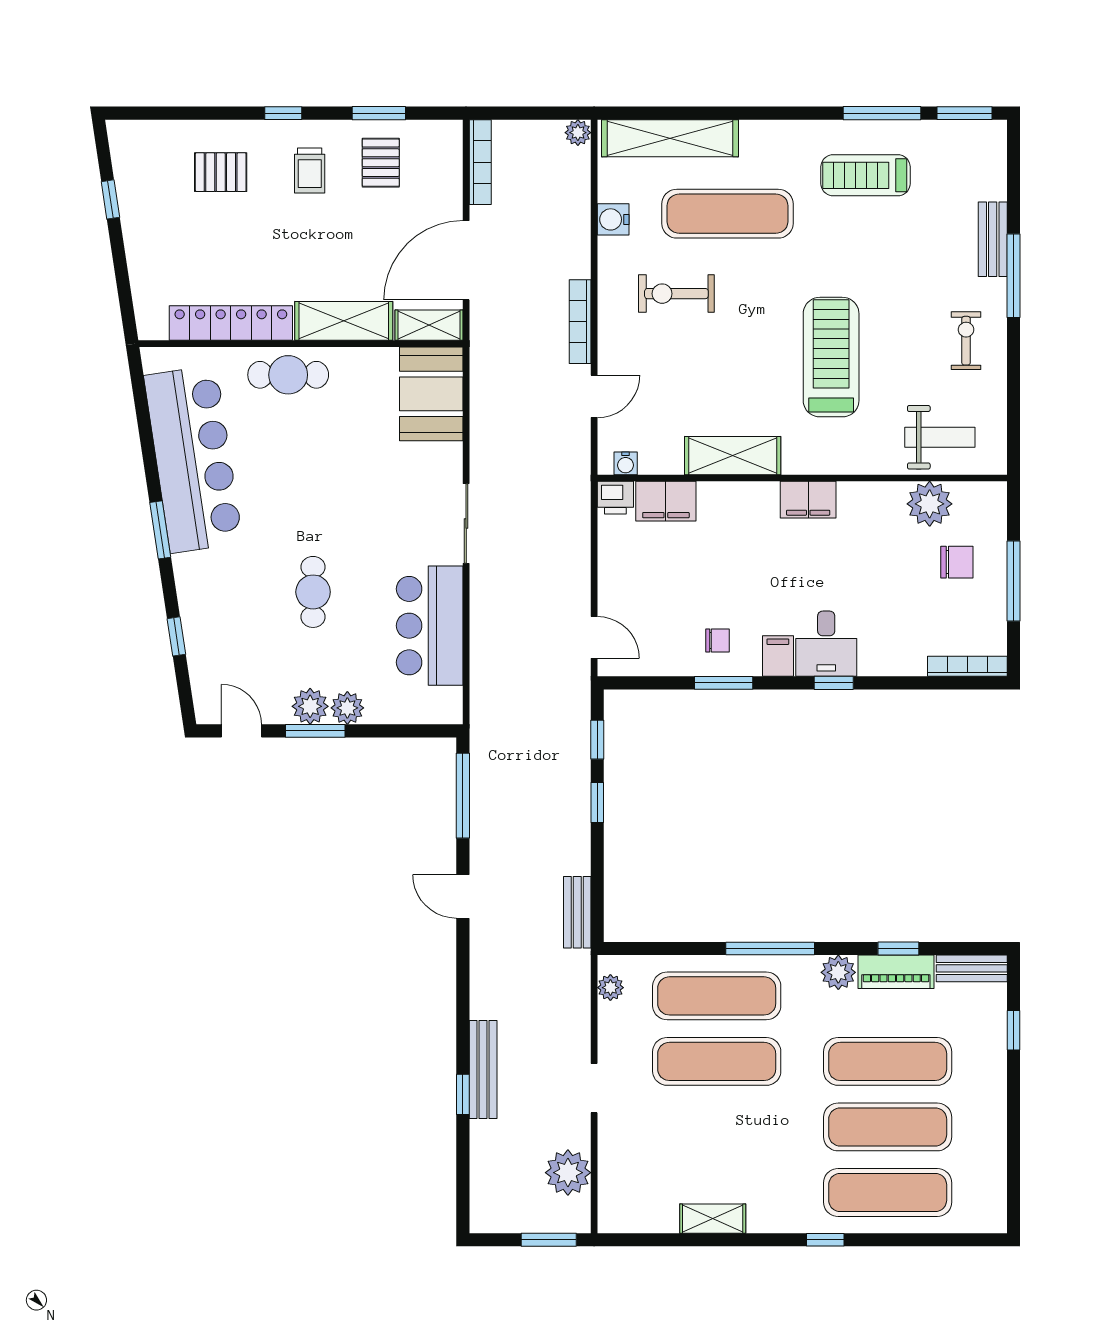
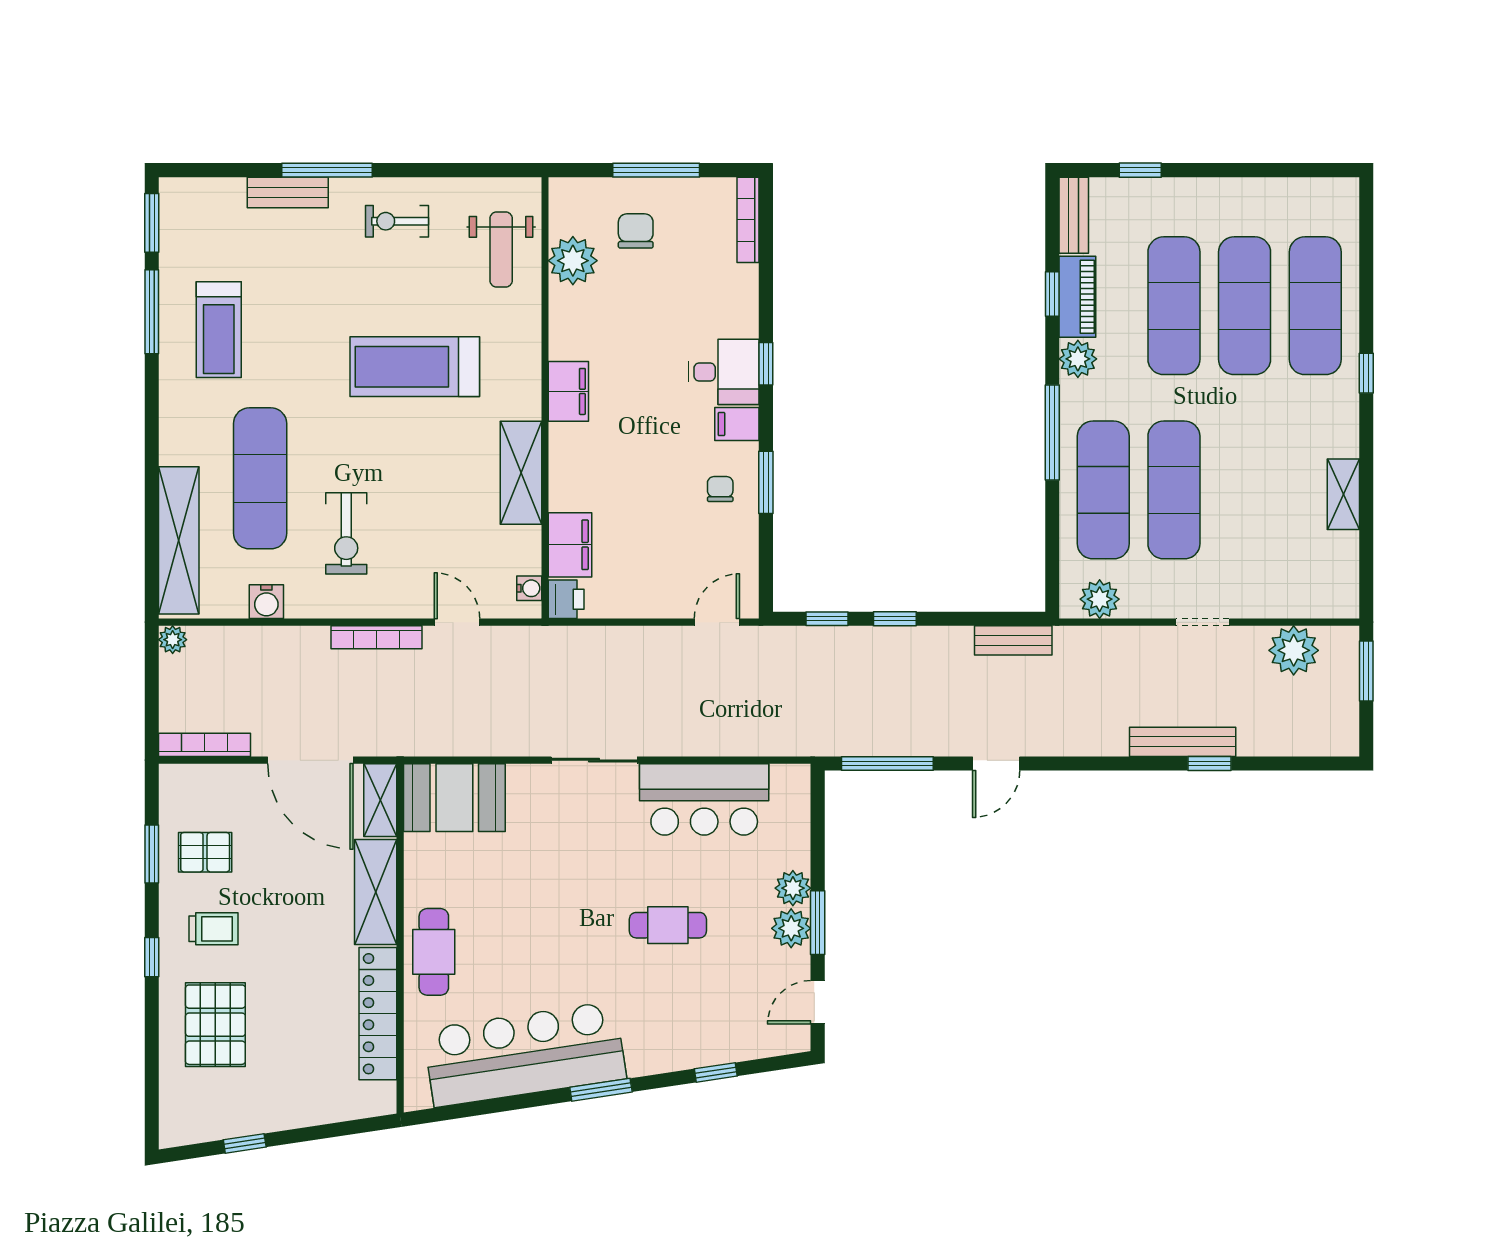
pallet: (221, 172) -> (215, 1025), width x1.50, depth x1.42
weight bench: (940, 437) -> (501, 250), turned 180
plant: (610, 988) -> (1100, 599), width x1.38, depth x1.38

